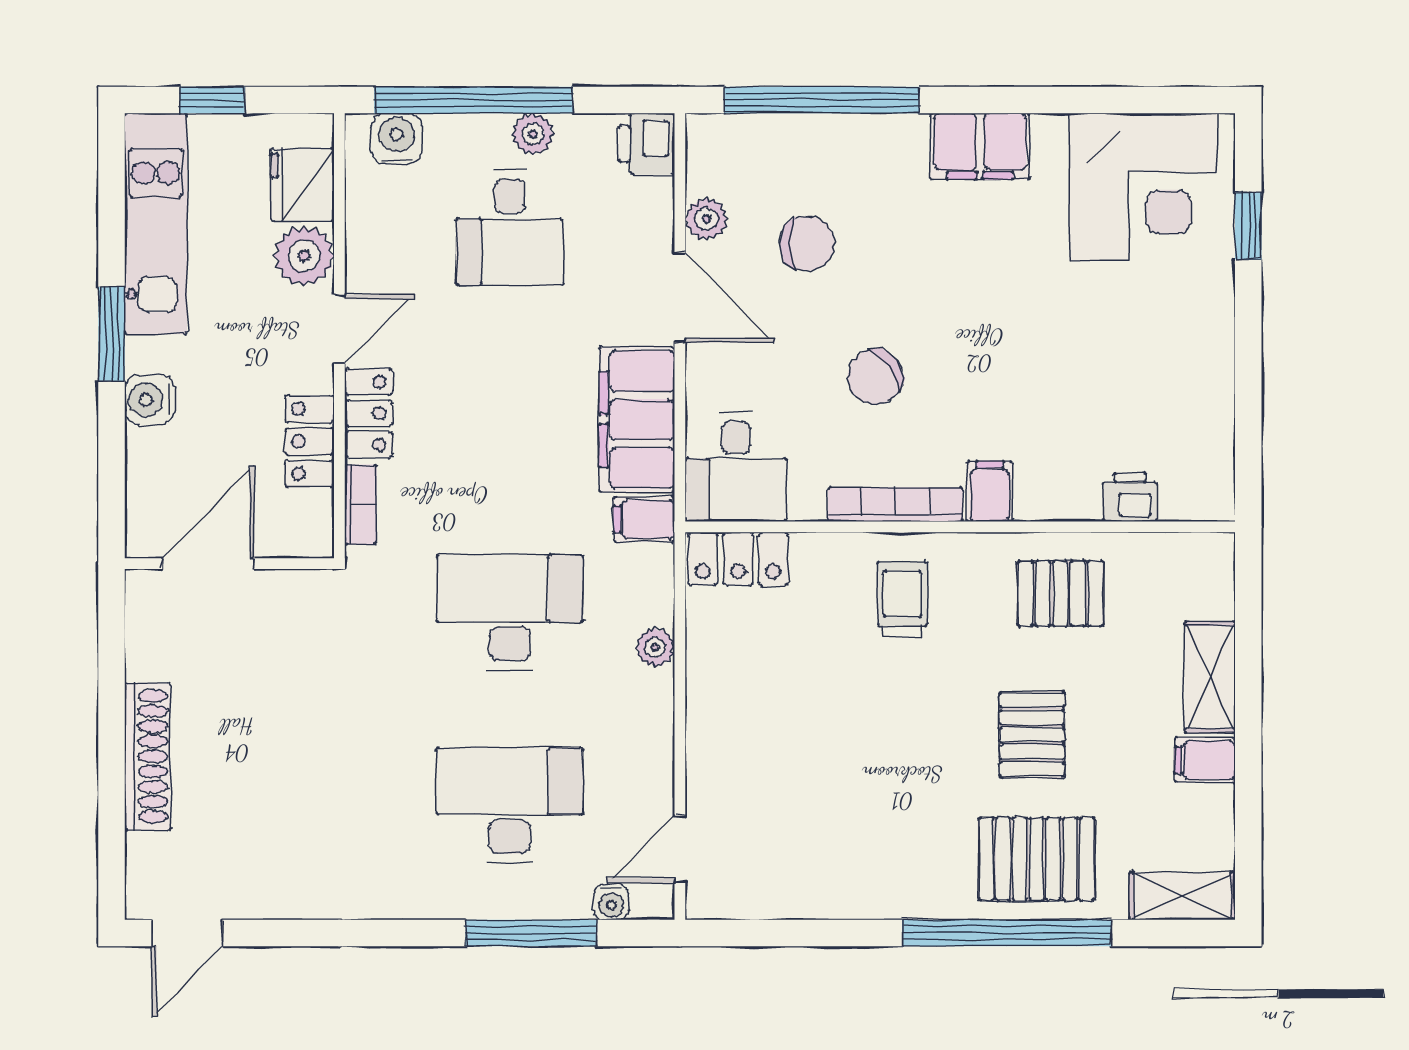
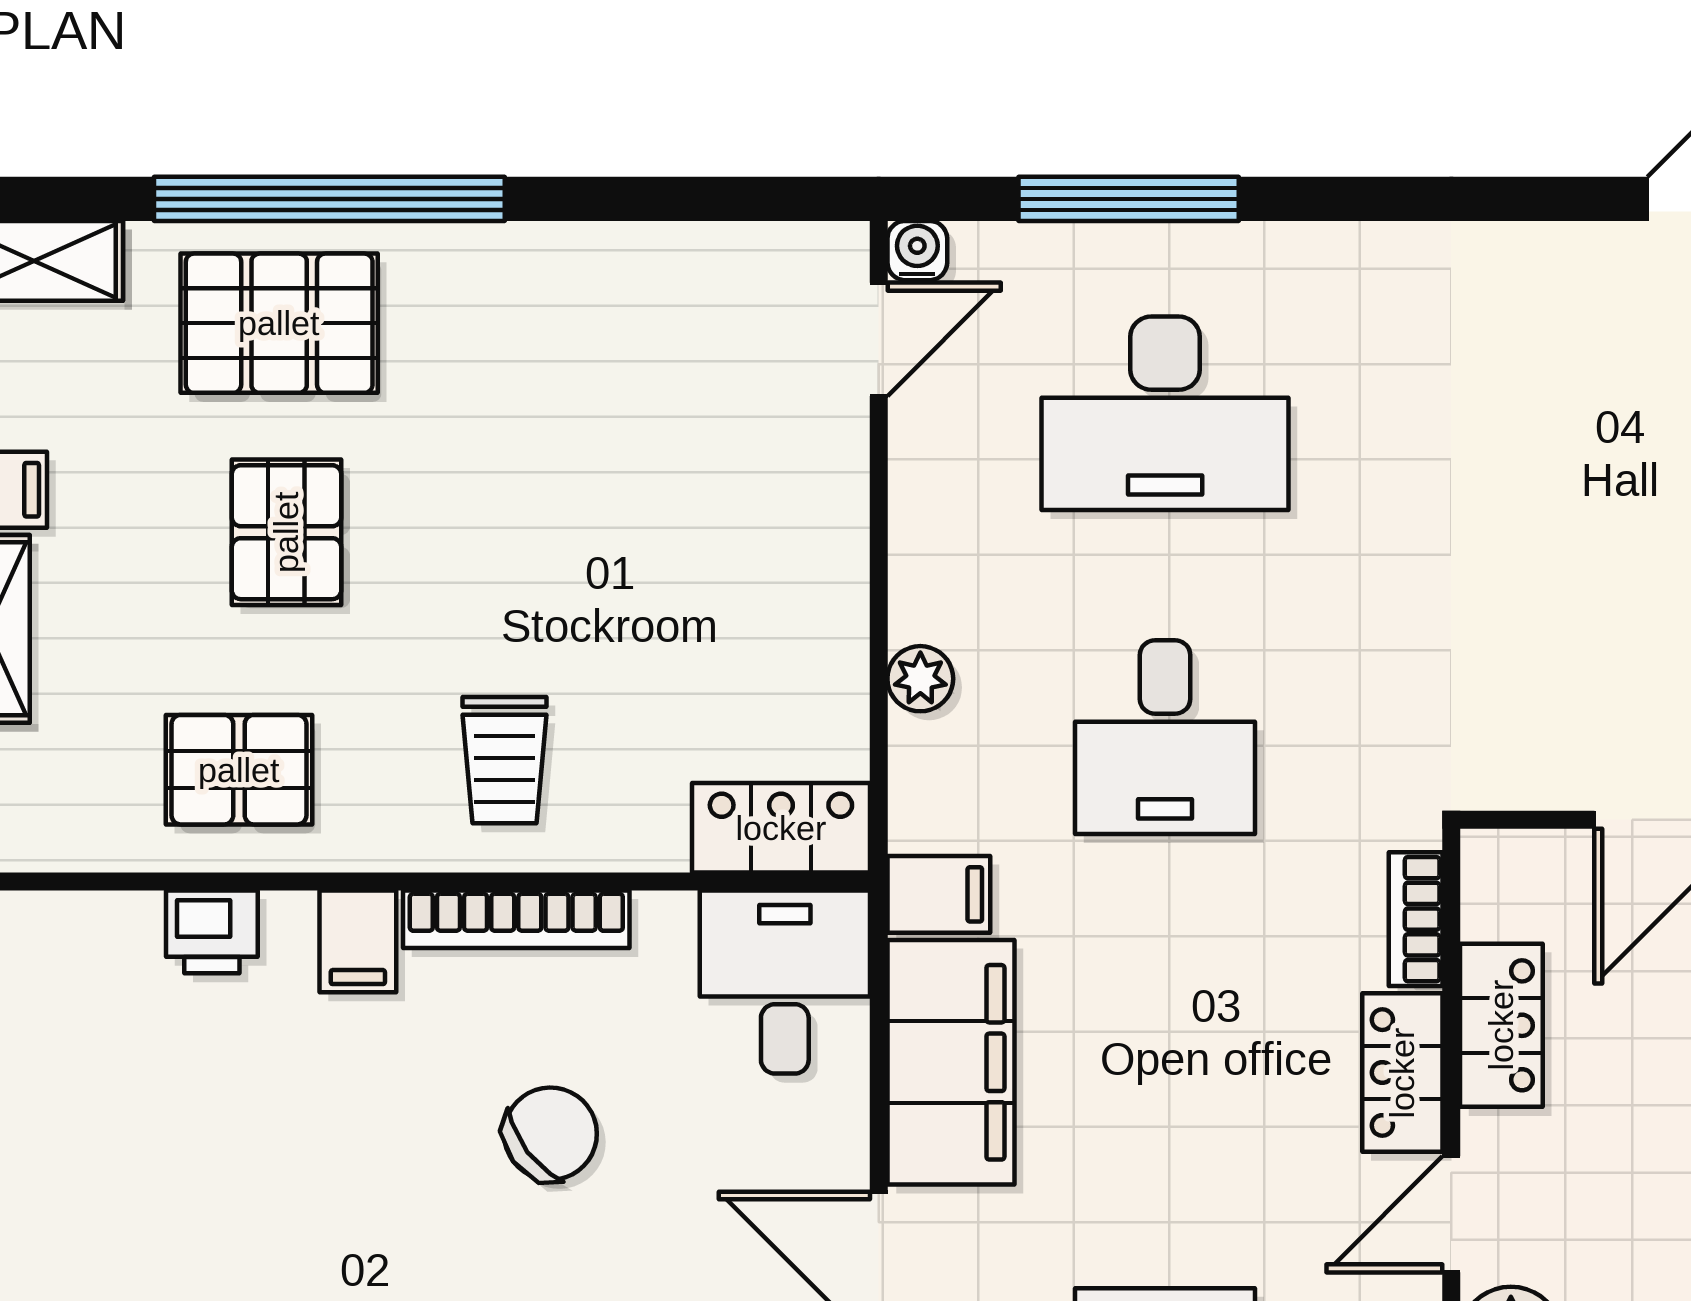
printer: (1130, 497) -> (212, 932), moved
desk: (510, 613) -> (1165, 737), width x0.73
water cooler: (611, 902) -> (917, 251), moved

